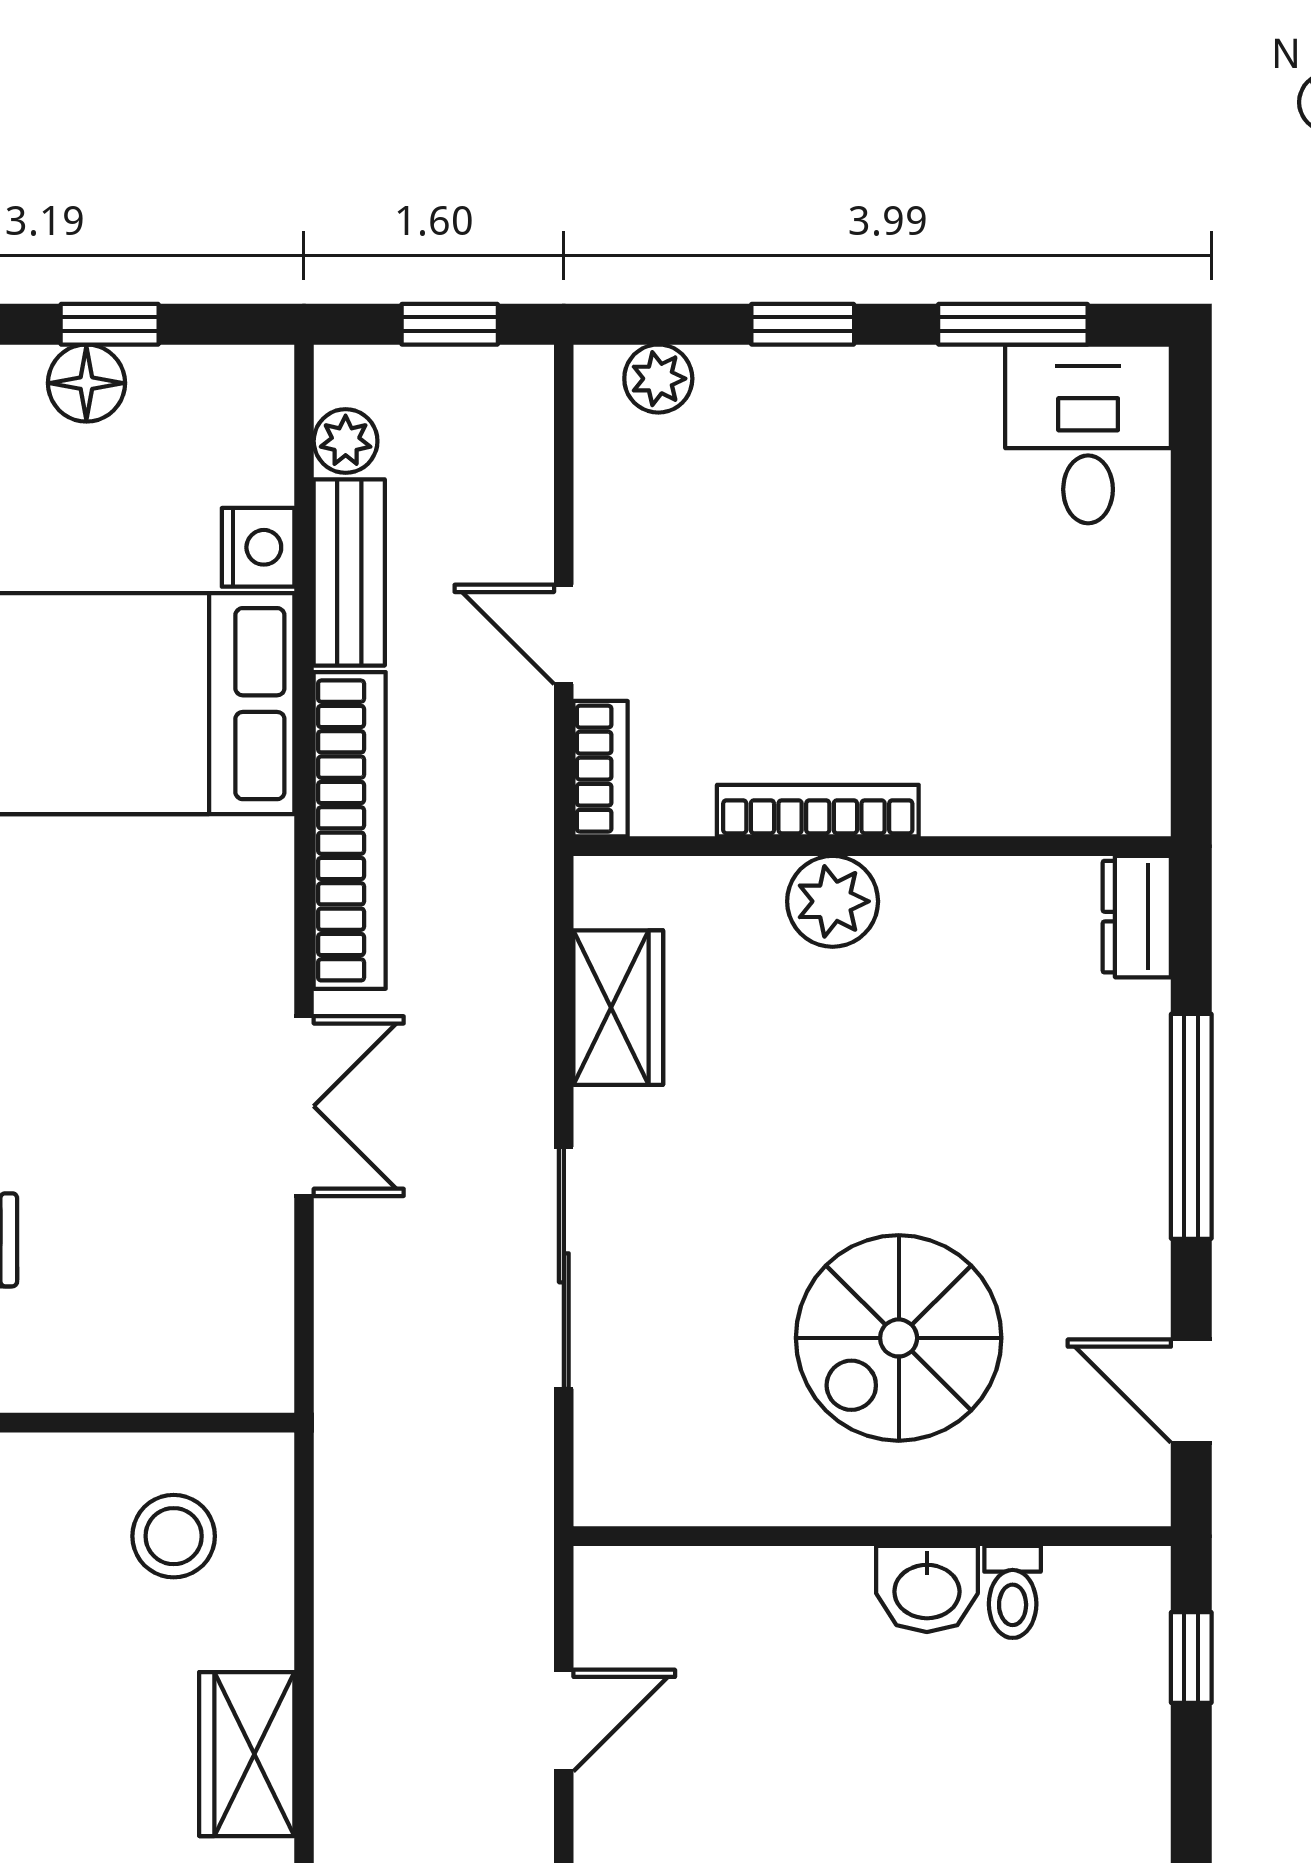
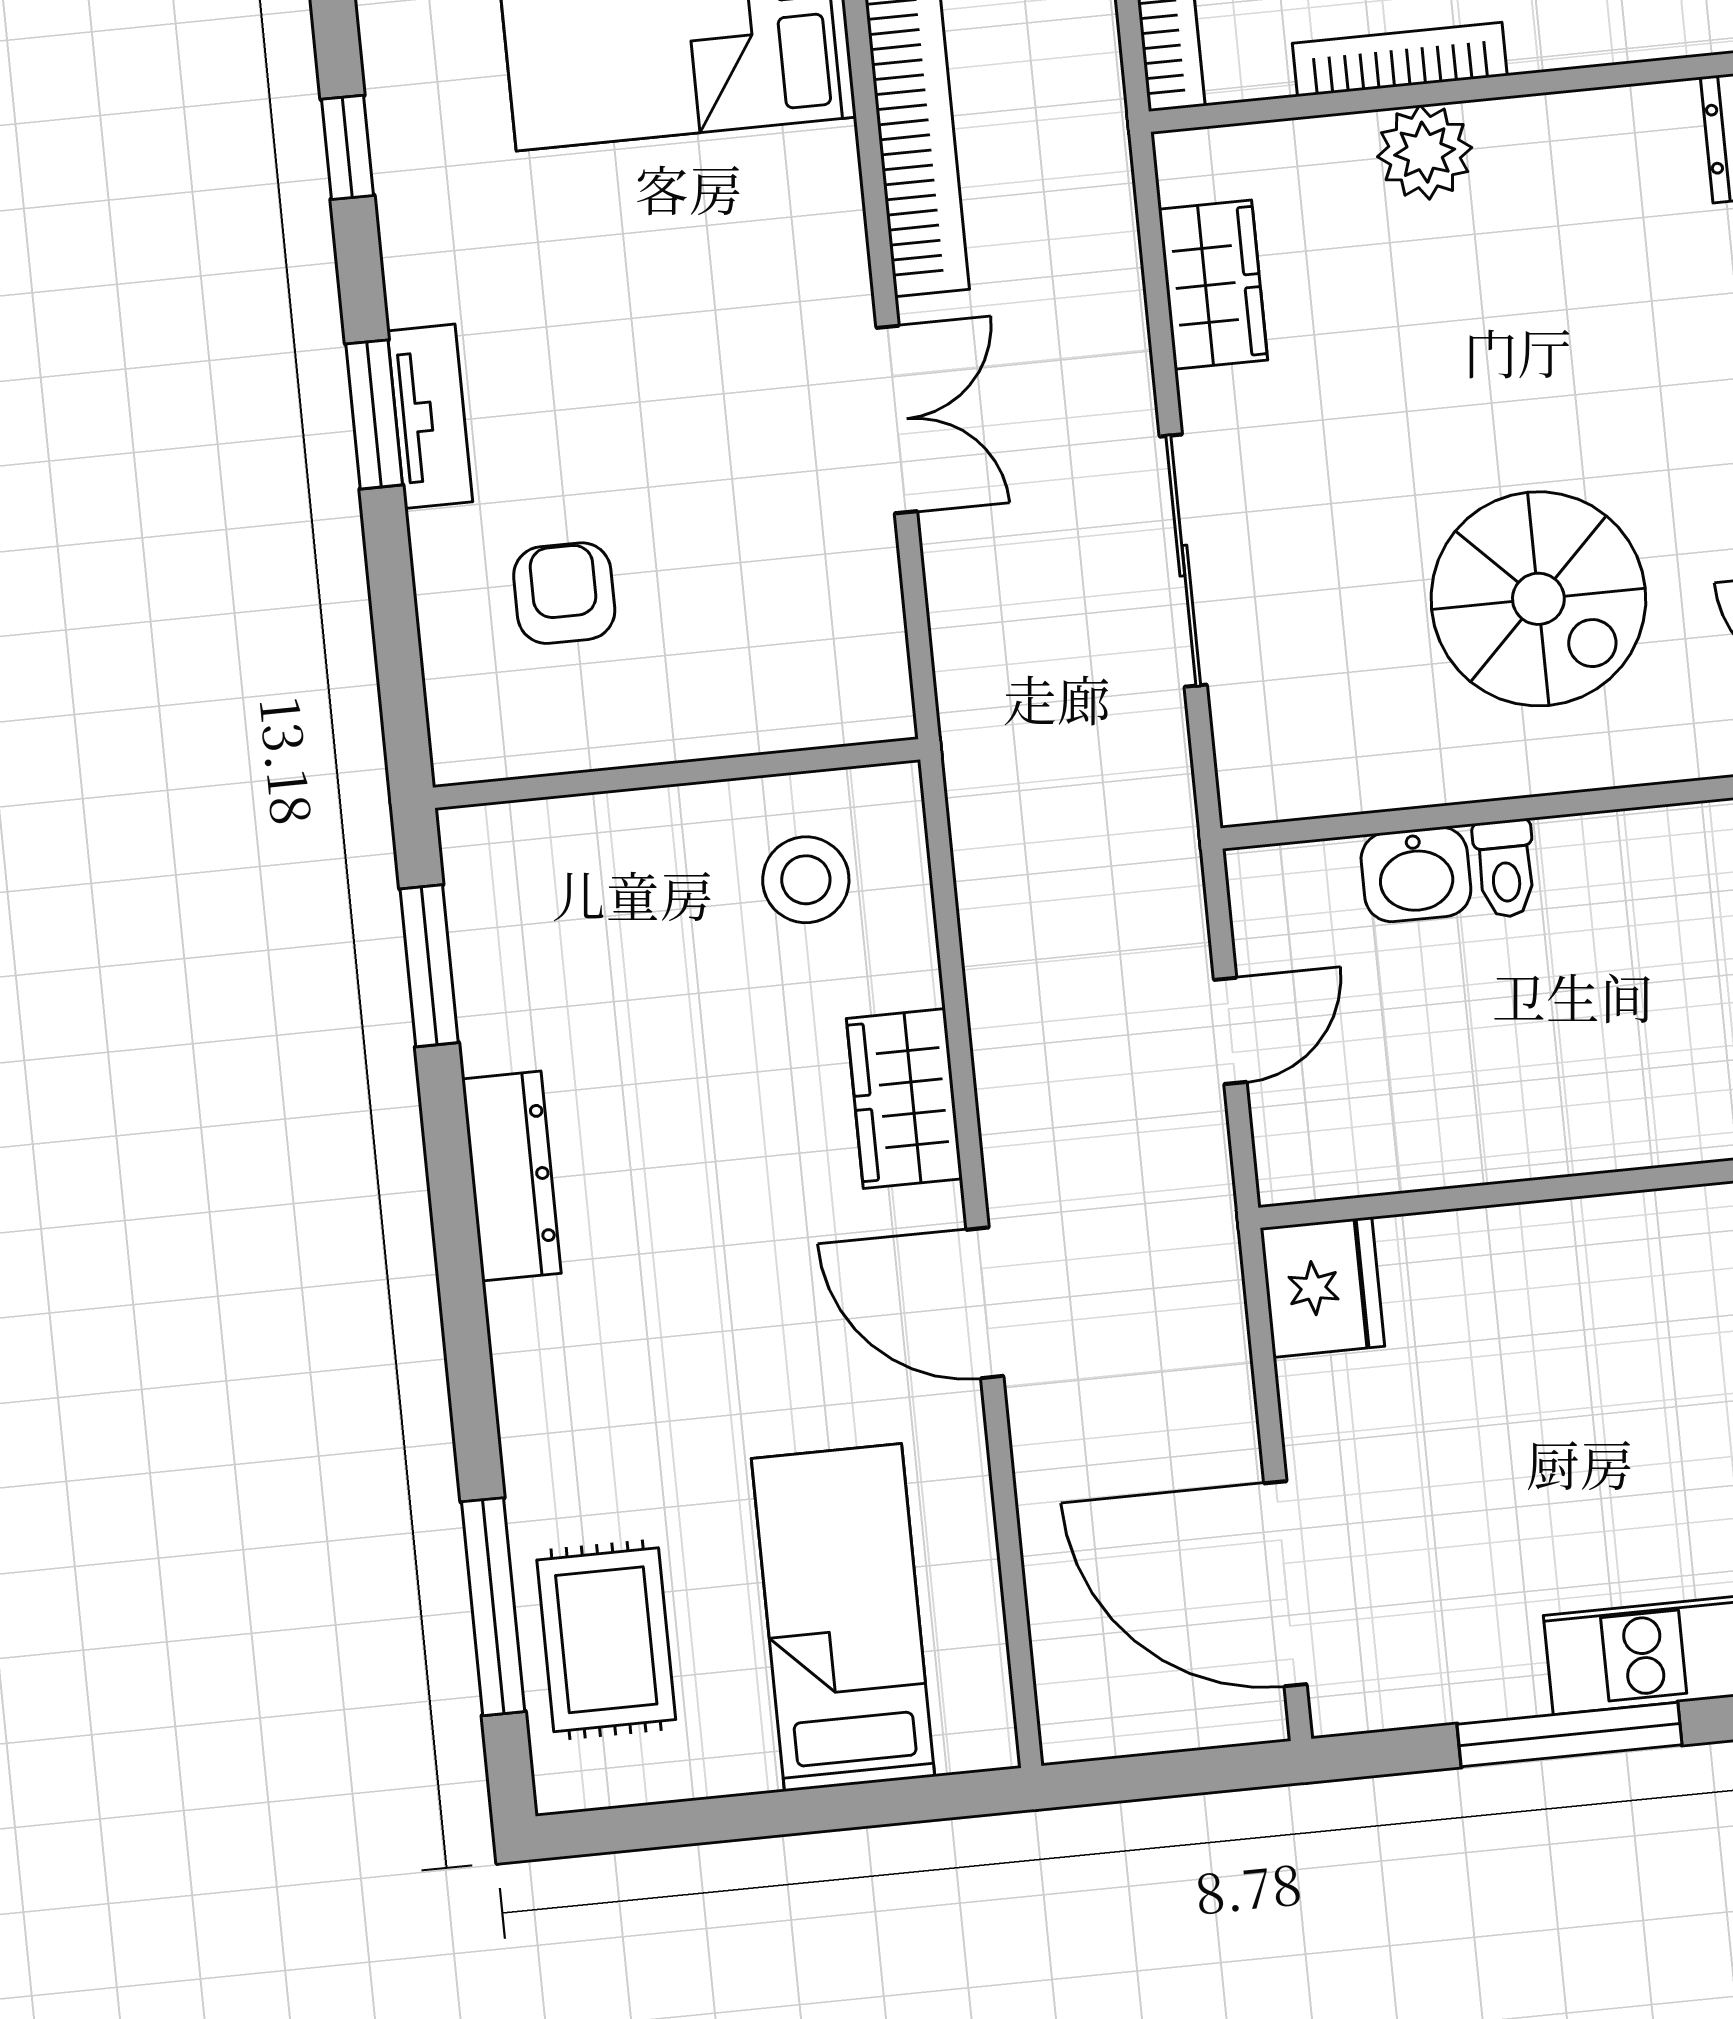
spiral stairs: (899, 1338) -> (1538, 599), turned -90
washbasin: (927, 1589) -> (1416, 874), moved
toilet: (1013, 1592) -> (1505, 869), moved

